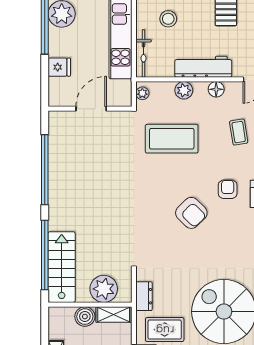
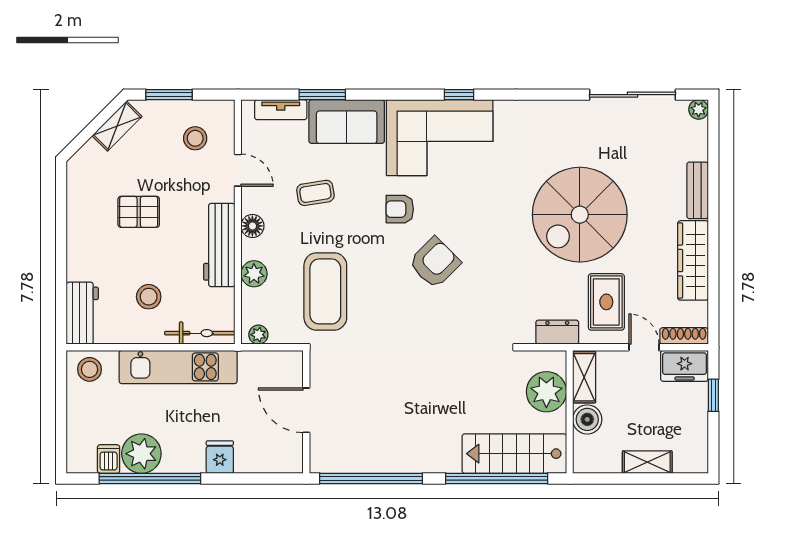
wall: (90, 109) -> (306, 412), moved
door: (91, 109) -> (306, 410), moved

